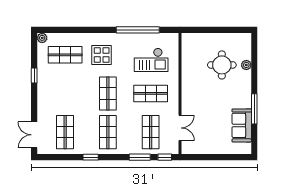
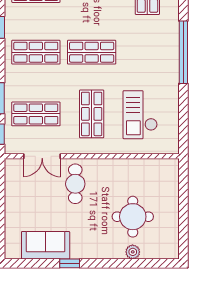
window: (138, 30) -> (183, 52), moved
display table: (102, 55) -> (147, 43), removed
cafe table: (199, 105) -> (75, 184), added
window: (254, 109) -> (70, 263), width x0.46

